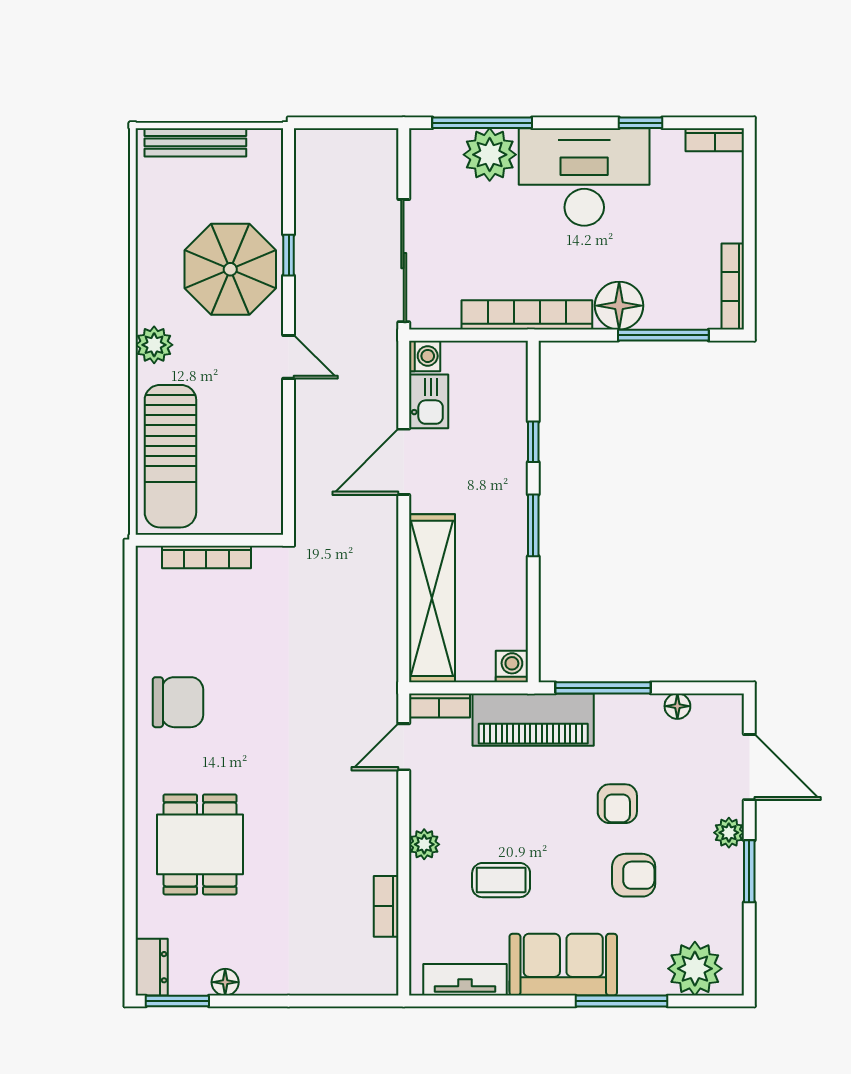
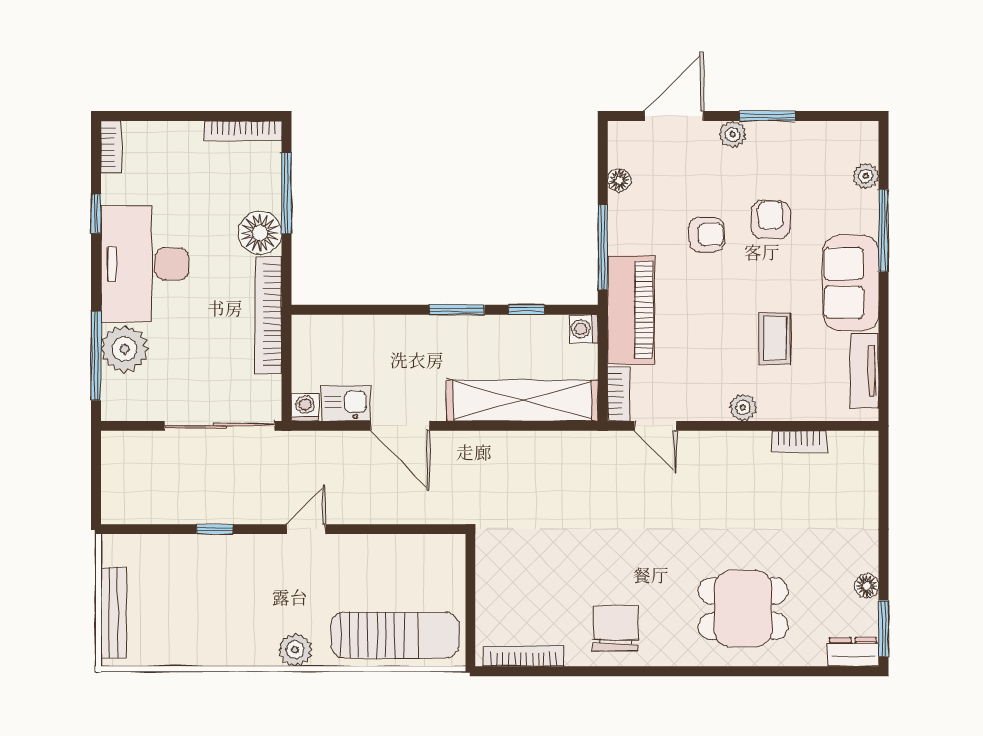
parasol: (230, 269) -> (227, 581), removed
window: (533, 442) -> (526, 310), moved
bookcase: (206, 557) -> (524, 656), moved, turned -90
plant: (695, 969) -> (866, 176), width x0.53, depth x0.53

